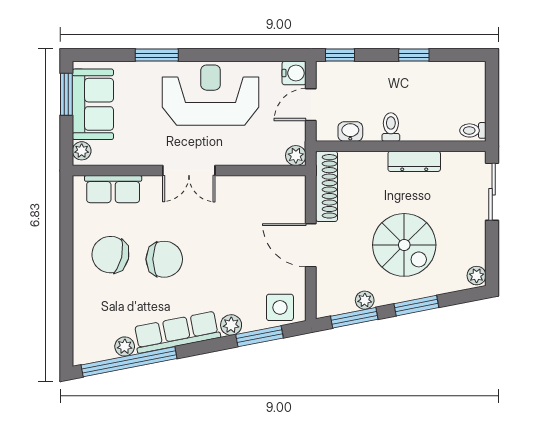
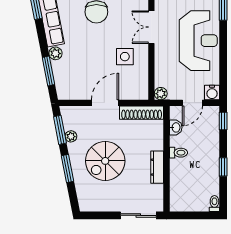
door: (311, 105) -> (192, 103), swing flipped
toilet: (473, 130) -> (214, 204), moved
plant: (477, 276) -> (86, 206), removed
side table: (280, 307) -> (125, 57), moved

